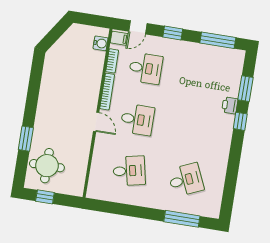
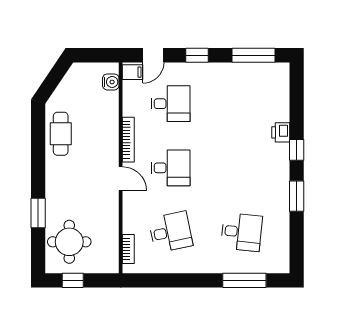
bookcase: (112, 61) -> (128, 249), moved
cafe table: (54, 78) -> (61, 134), added
window: (245, 89) -> (297, 196), moved
desk: (186, 180) -> (242, 232), turned 30

